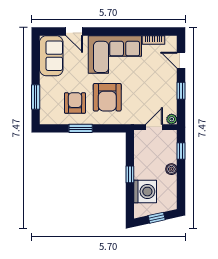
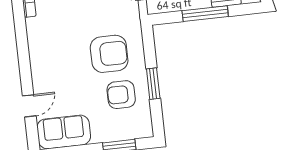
corner sofa: (115, 54) -> (53, 50), removed
window: (130, 174) -> (205, 14), width x2.17

